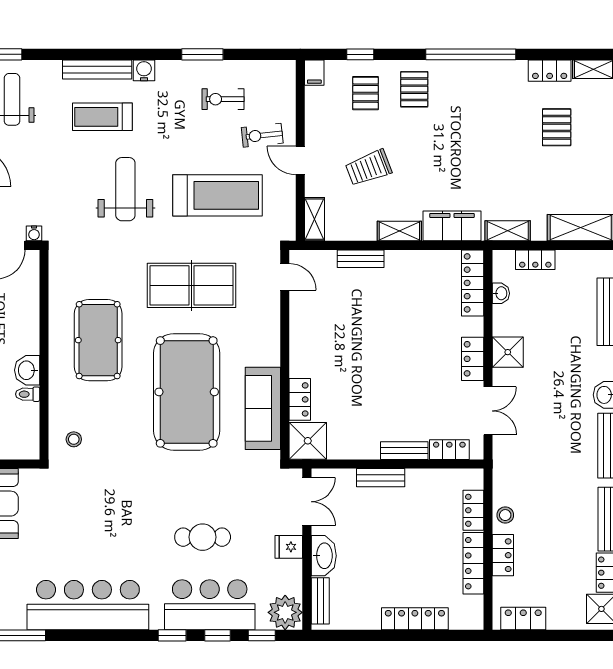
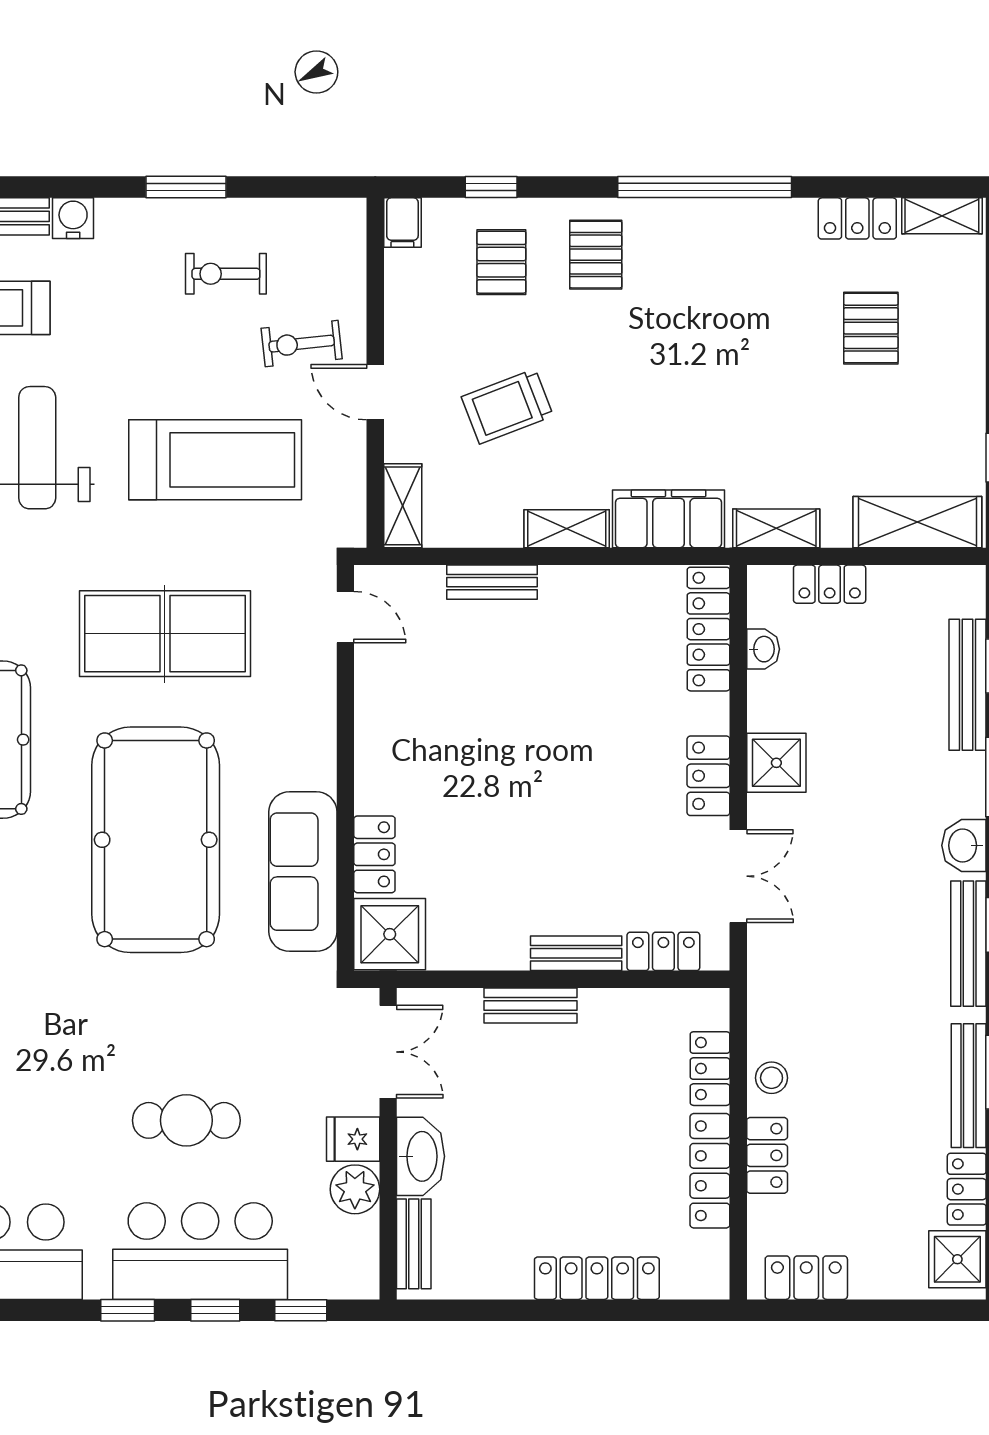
plant: (285, 612) -> (355, 1189), moved, width x0.73, depth x0.73

